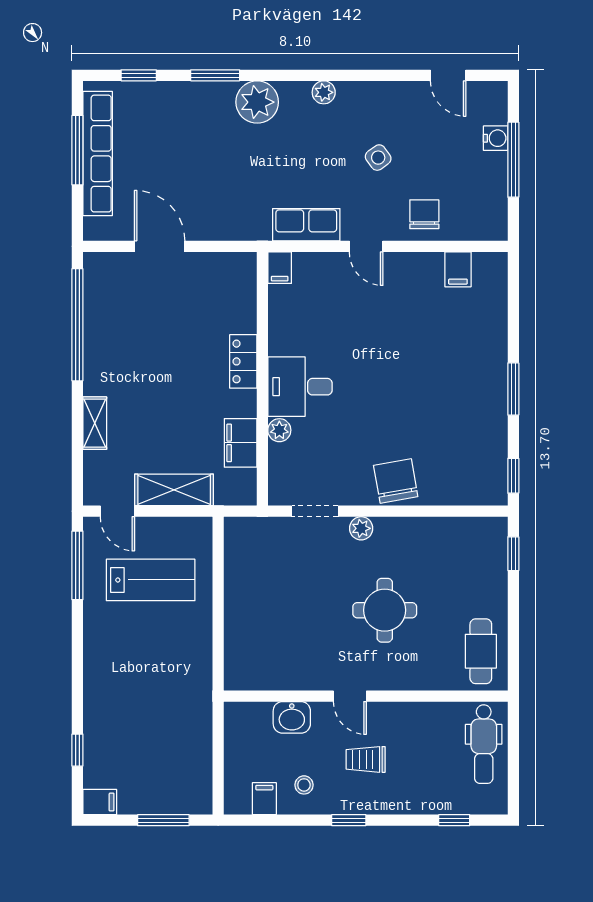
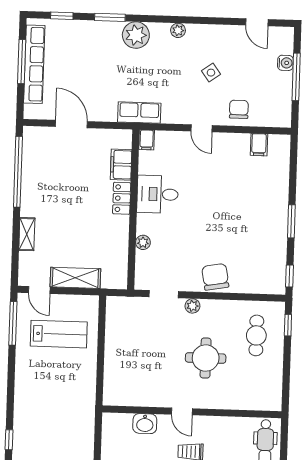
row of seats: (306, 225) -> (139, 113), moved
desk: (300, 387) -> (158, 194), moved
filing cabinet: (241, 443) -> (121, 165), moved
cafe table: (481, 651) -> (256, 335), moved

